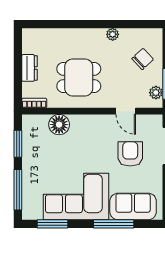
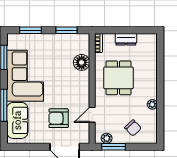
armchair: (130, 154) -> (59, 118), turned 180
window: (18, 190) -> (31, 30), width x0.69

